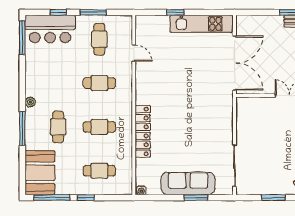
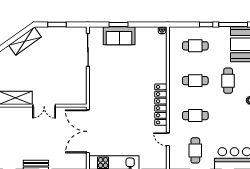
locker: (143, 131) -> (161, 105), moved
sofa: (188, 183) -> (119, 36), width x0.73

